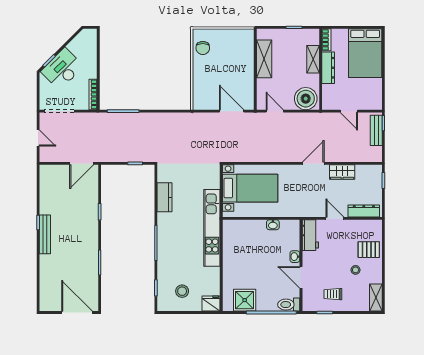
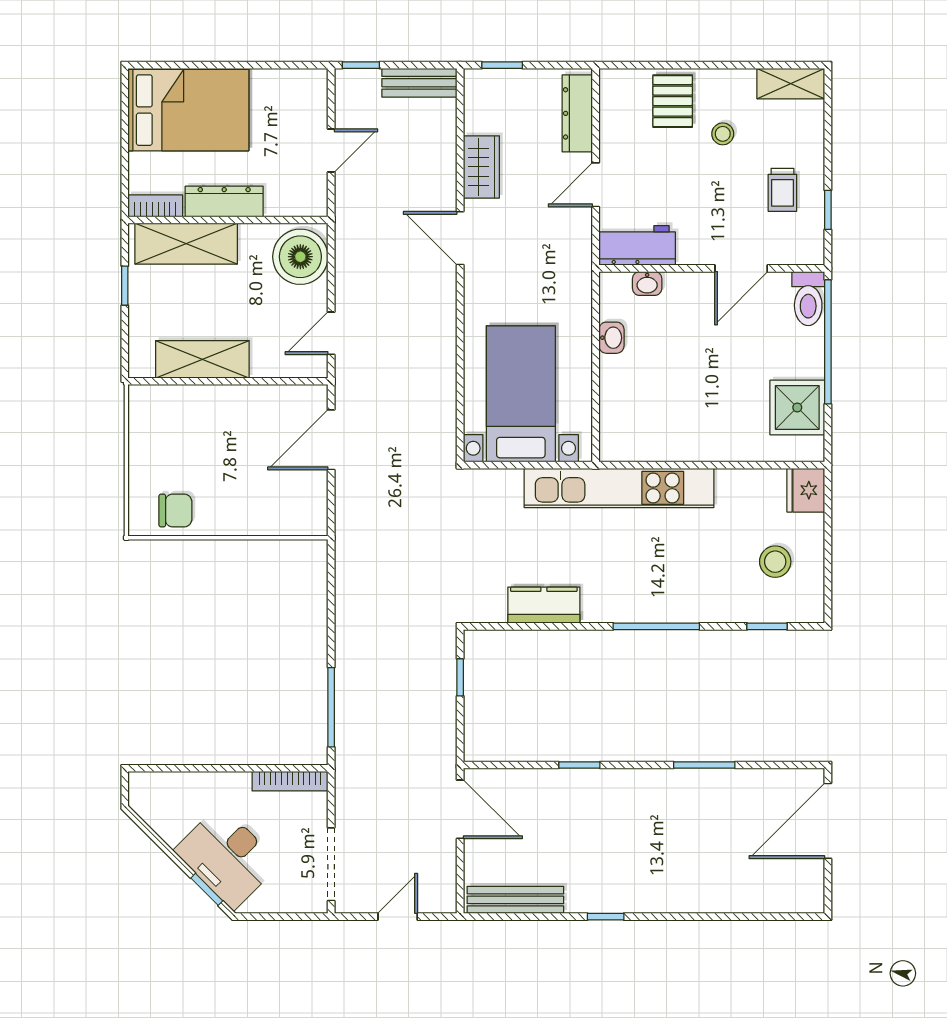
shelving: (313, 59) -> (186, 244), width x1.50, depth x1.33
bench: (376, 130) -> (419, 83), moved
bench: (45, 234) -> (515, 900), moved
washbasin: (295, 257) -> (647, 283), moved

